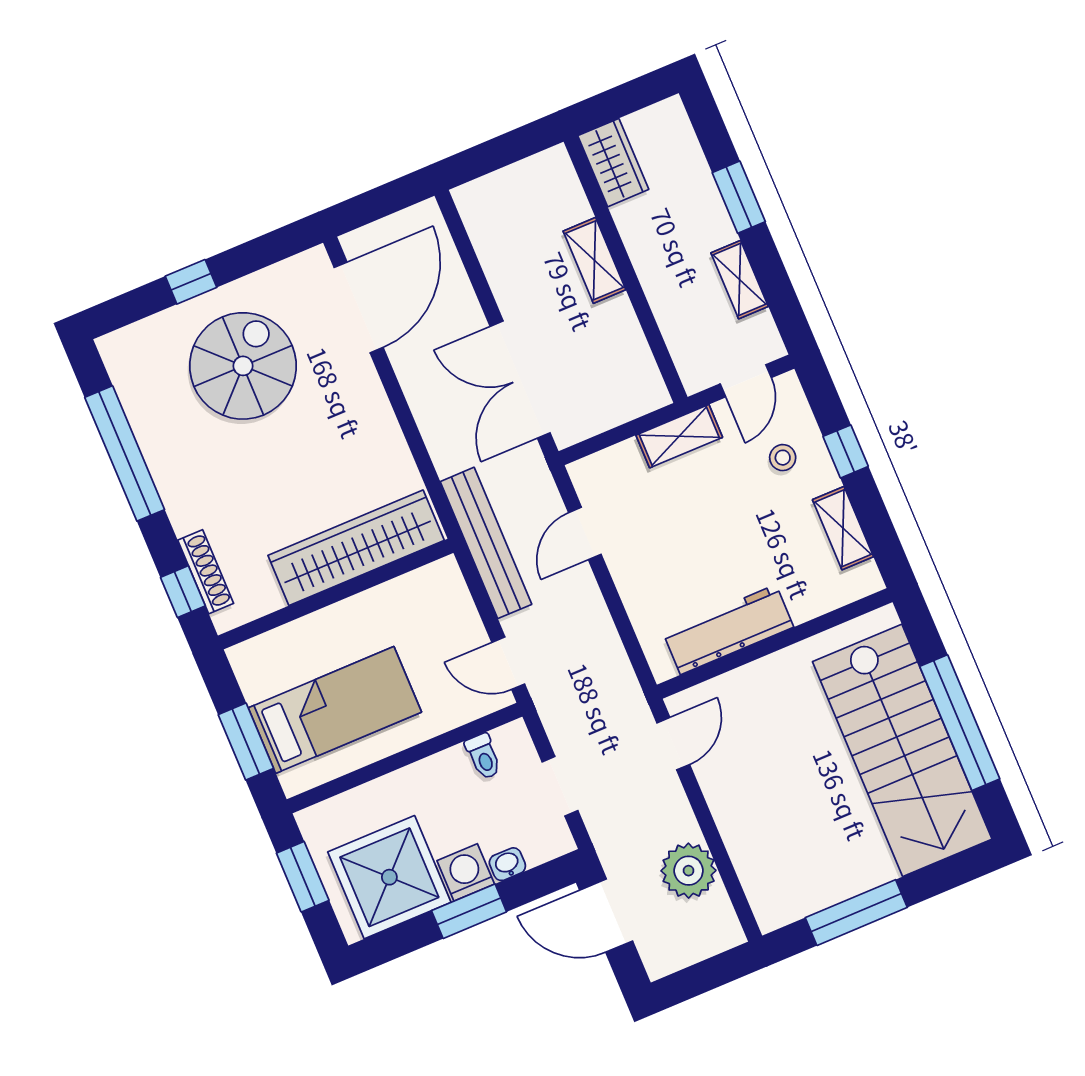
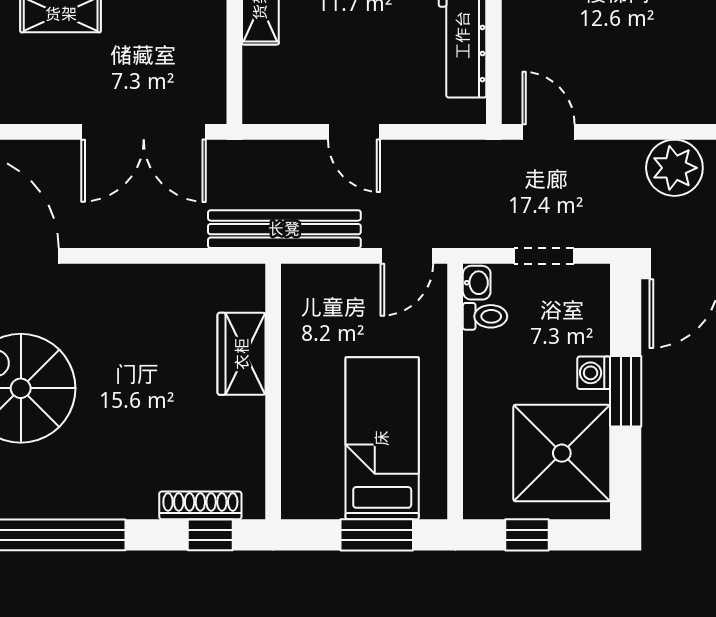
door: (585, 533) -> (354, 132), moved
wardrobe: (356, 548) -> (242, 354), width x0.48, depth x0.85
washbasin: (507, 864) -> (477, 283), moved, turned 180
washing machine: (466, 872) -> (594, 373), width x0.73, depth x0.73
window: (303, 877) -> (527, 535), width x0.67

